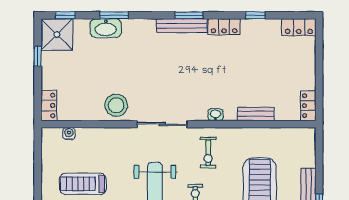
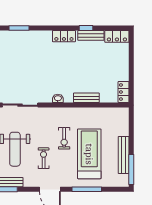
window: (189, 15) -> (19, 28), moved
bench: (182, 26) -> (91, 35), moved, width x0.73
exercise bike: (208, 153) -> (64, 138), moved

